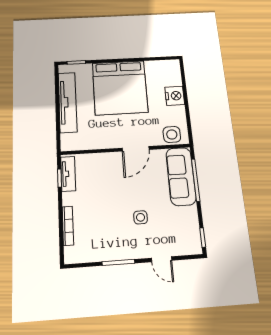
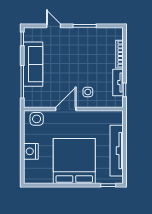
tv unit: (68, 174) -> (118, 82), moved
sofa: (181, 176) -> (33, 64), moved
side table: (141, 217) -> (88, 92), moved

